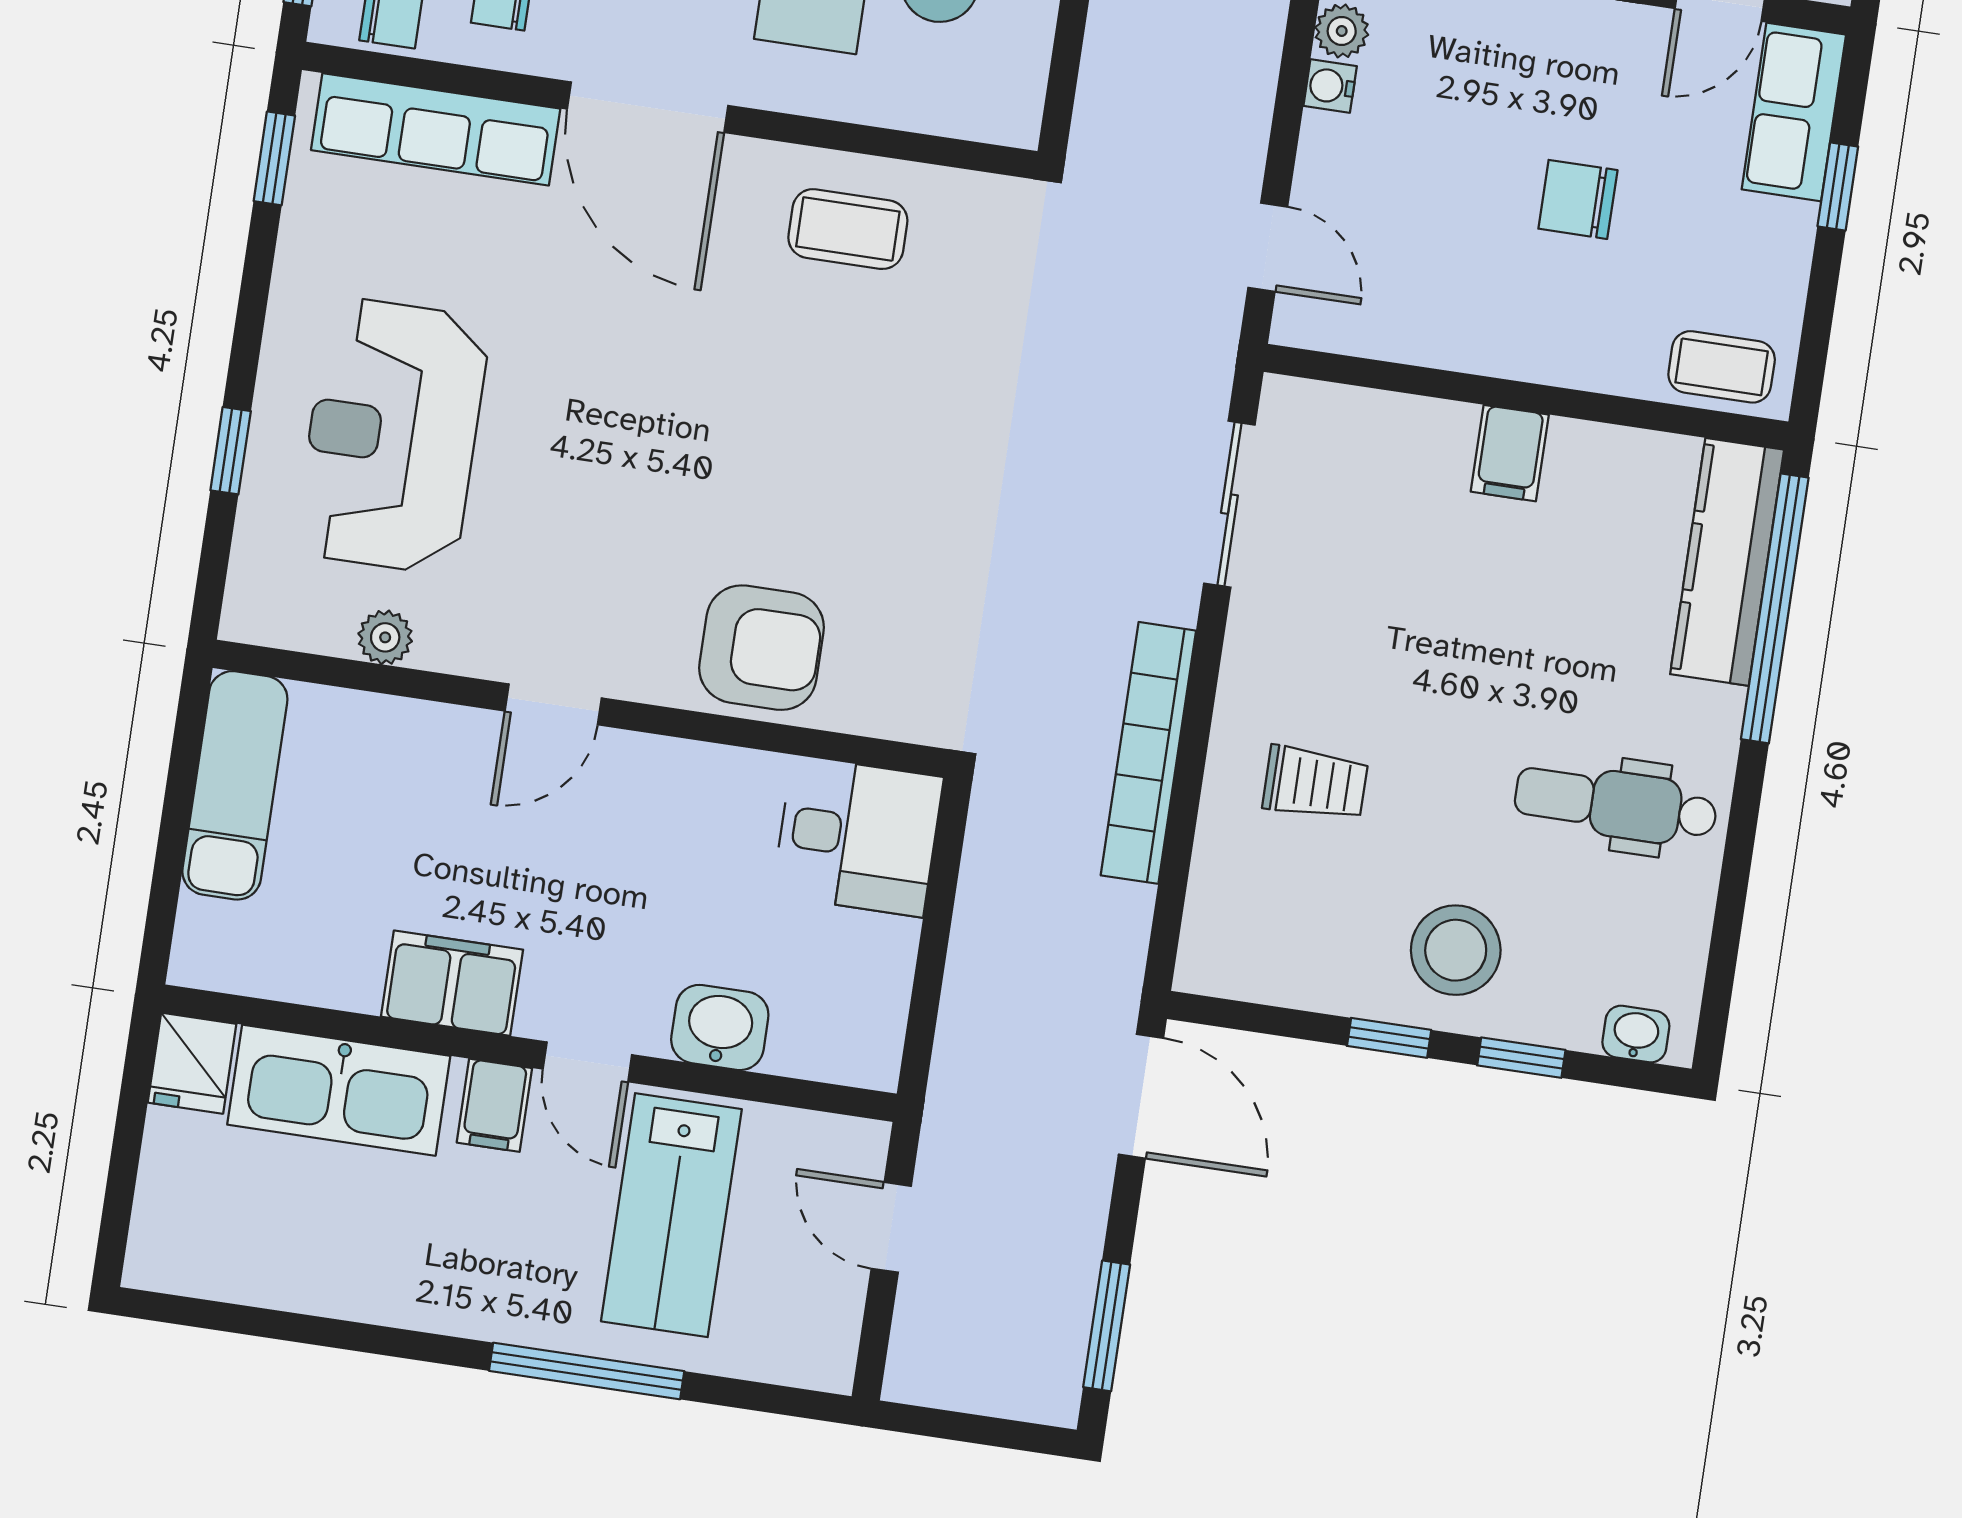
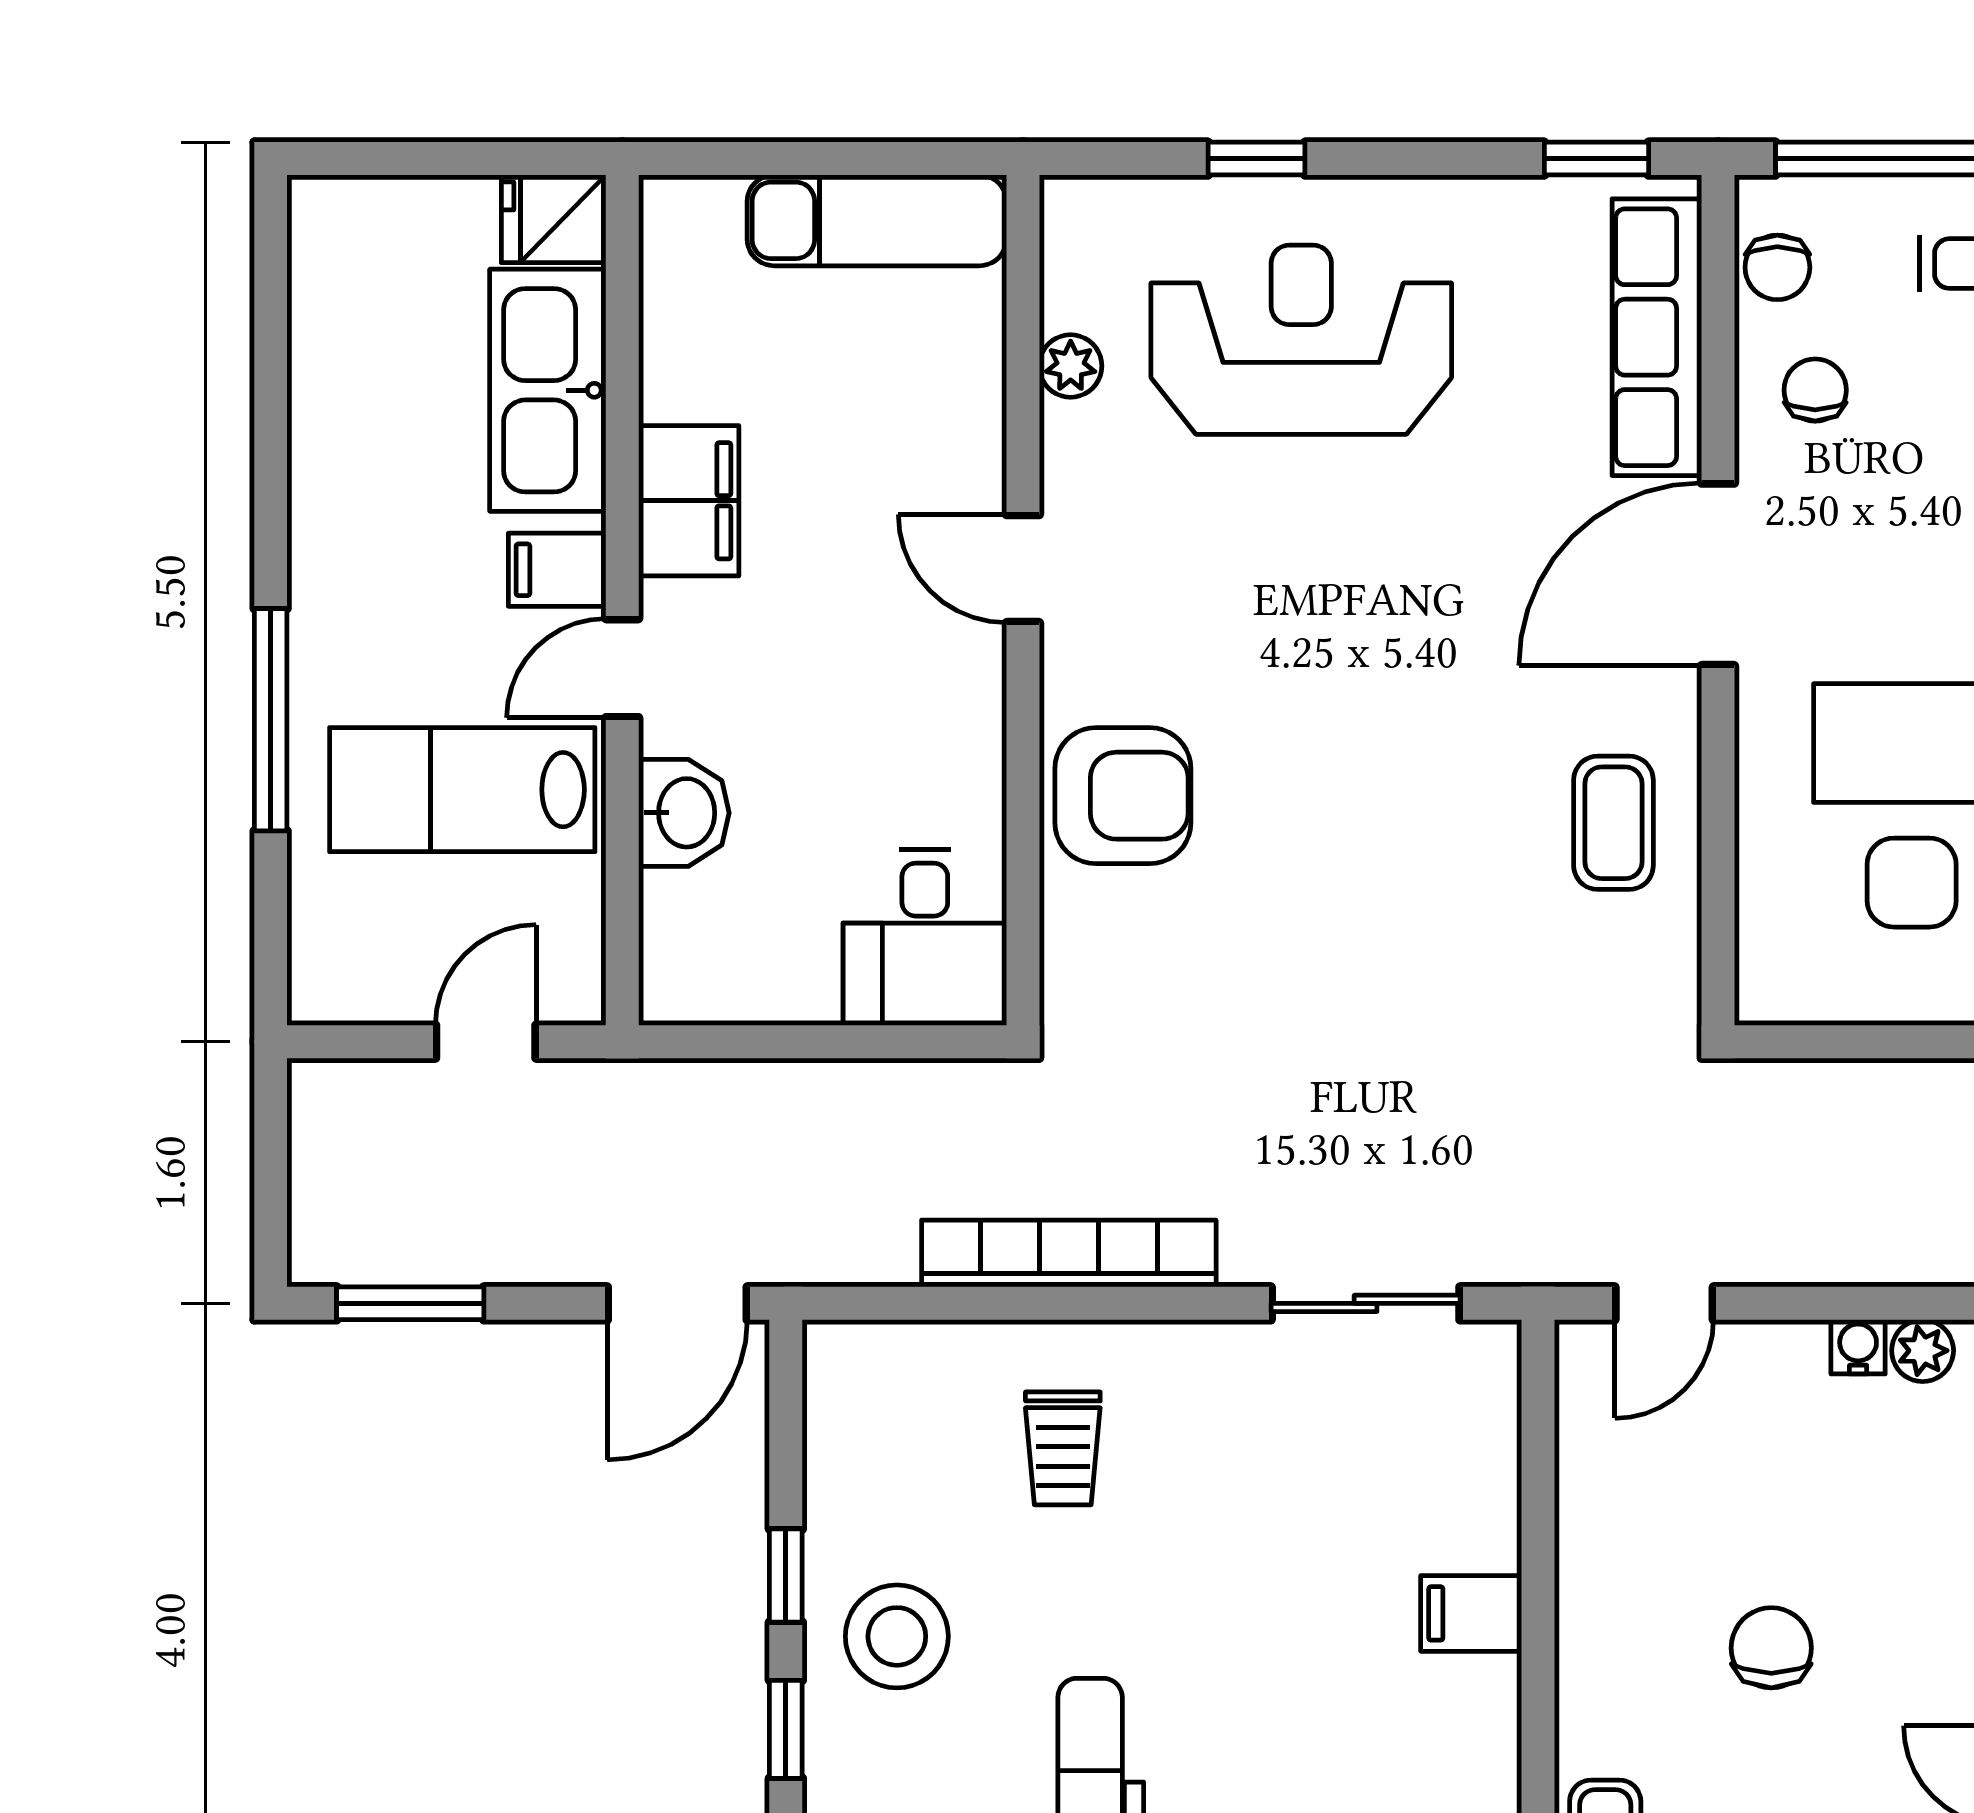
armchair: (762, 648) -> (1123, 796), turned -90

